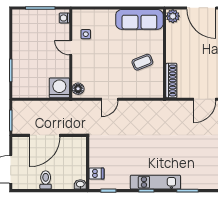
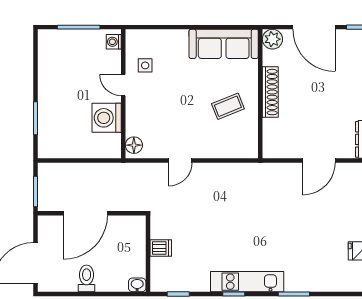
shoe rack: (171, 80) -> (270, 92), moved
washing machine: (59, 88) -> (107, 118), moved, turned -90
dishwasher: (96, 174) -> (161, 248), moved

